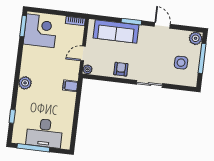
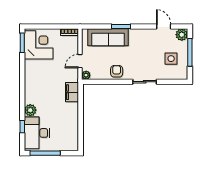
door: (162, 25) -> (164, 26), moved
plant: (25, 83) -> (30, 110), moved
filing cabinet: (70, 86) -> (72, 92), width x2.00
desk: (44, 133) -> (37, 133), moved, turned 90

